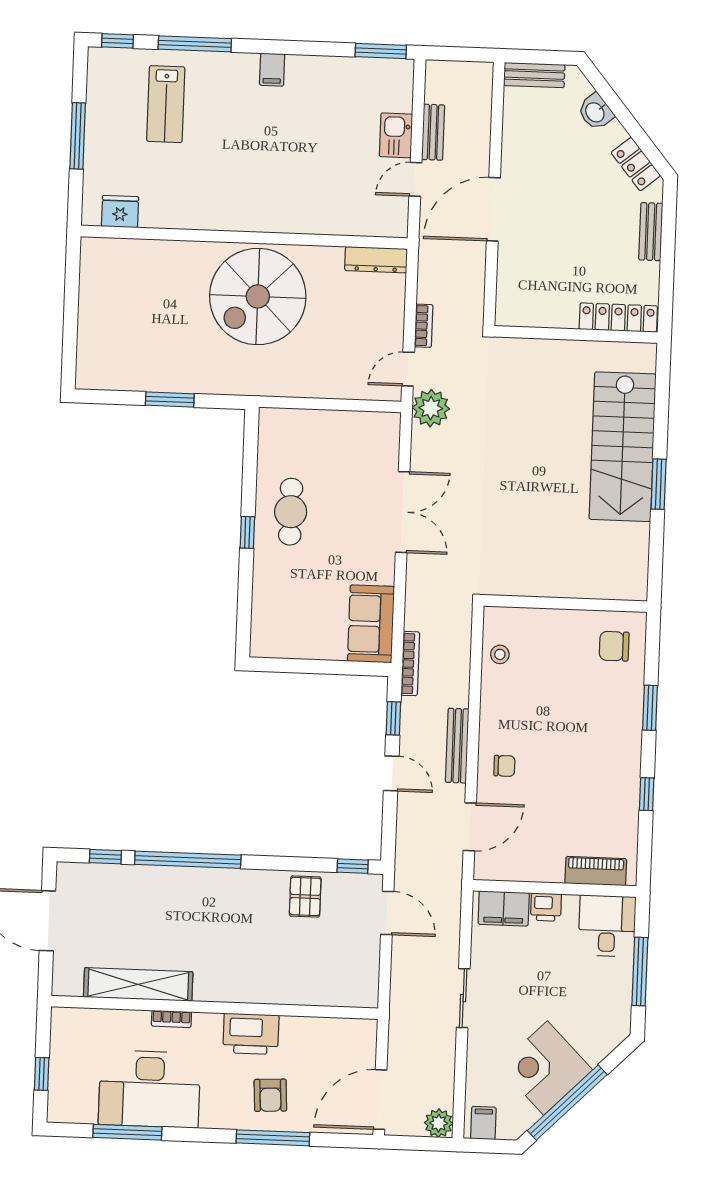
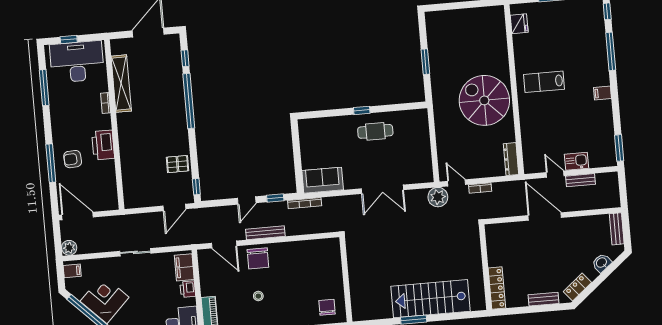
lab bench: (166, 104) -> (544, 82), moved
stool: (500, 654) -> (258, 296), moved
chair: (504, 766) -> (258, 258), width x1.87, depth x1.87
desk: (149, 1089) -> (77, 62), moved, turned 90

